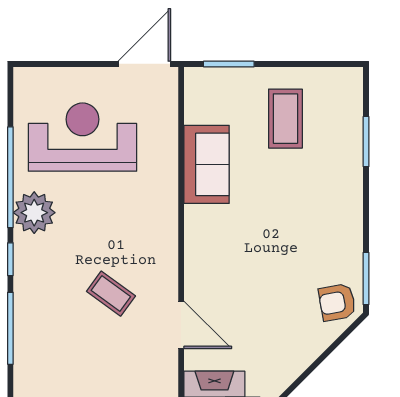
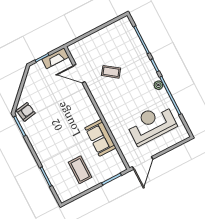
reception desk: (82, 137) -> (151, 124), turned 180
plant: (34, 213) -> (158, 85), width x0.53, depth x0.53

